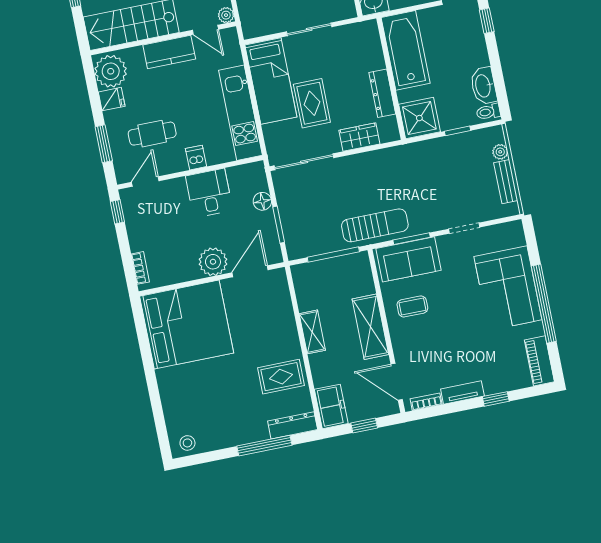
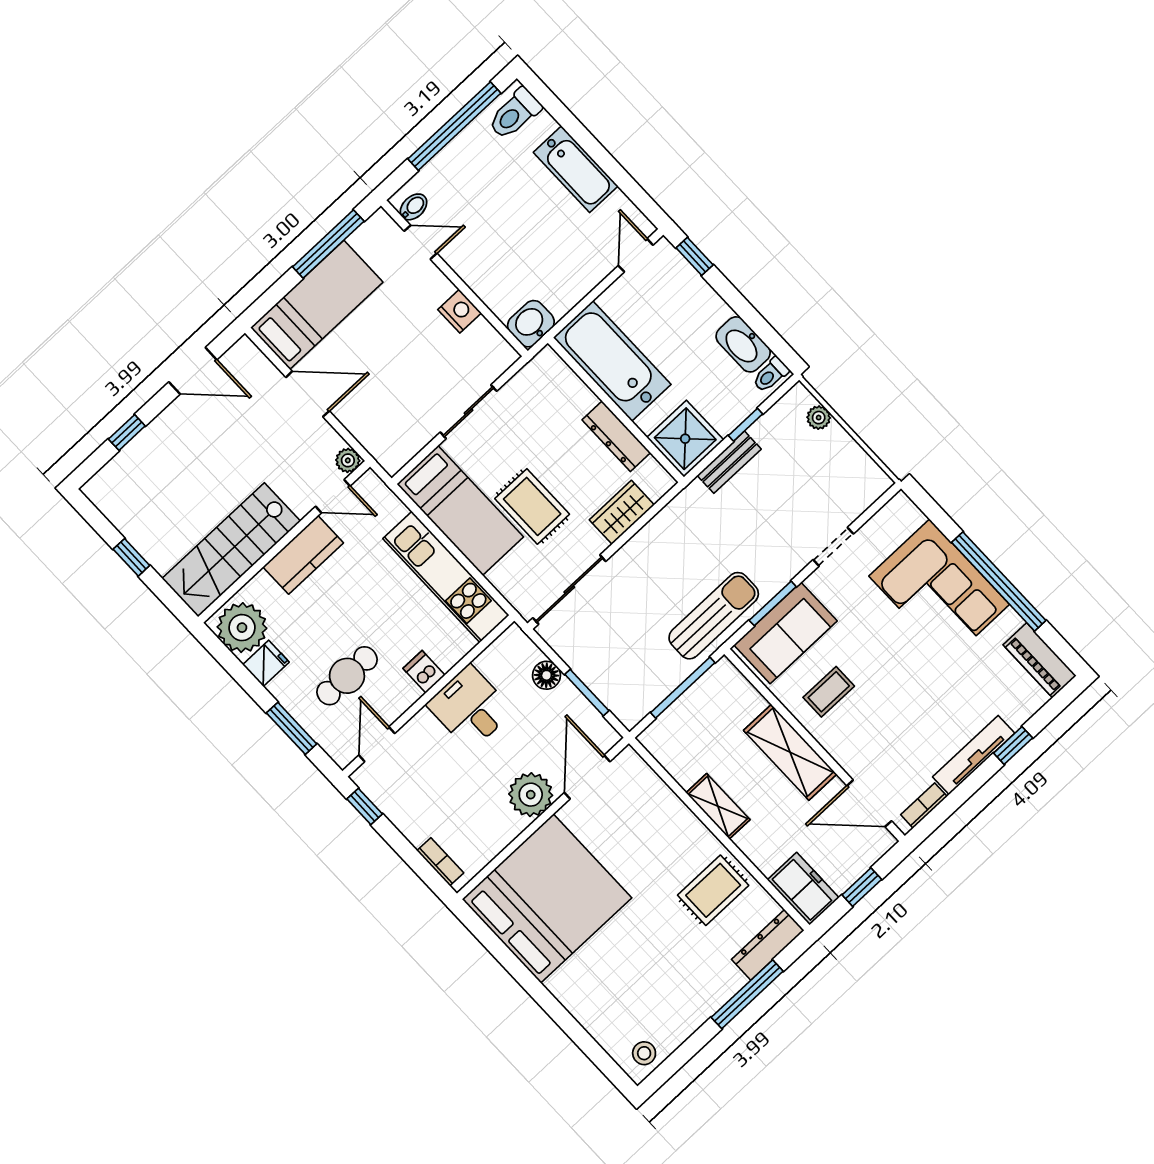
bench: (506, 182) -> (729, 462), moved, turned 90
tv unit: (462, 392) -> (974, 755), width x1.41

